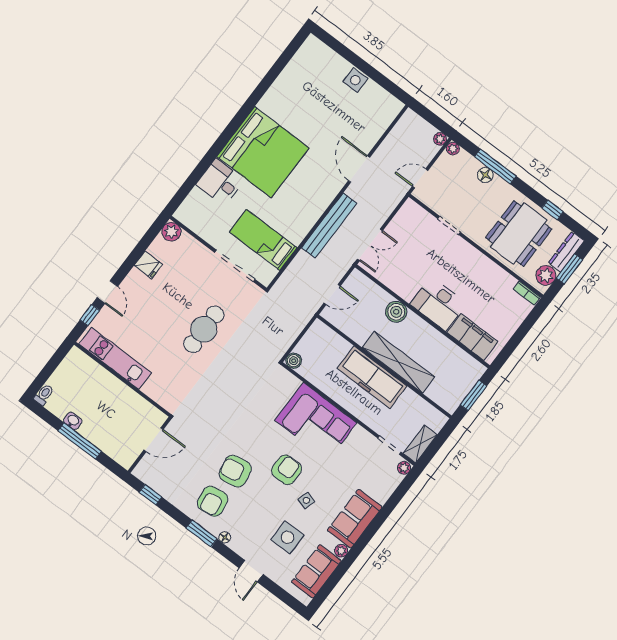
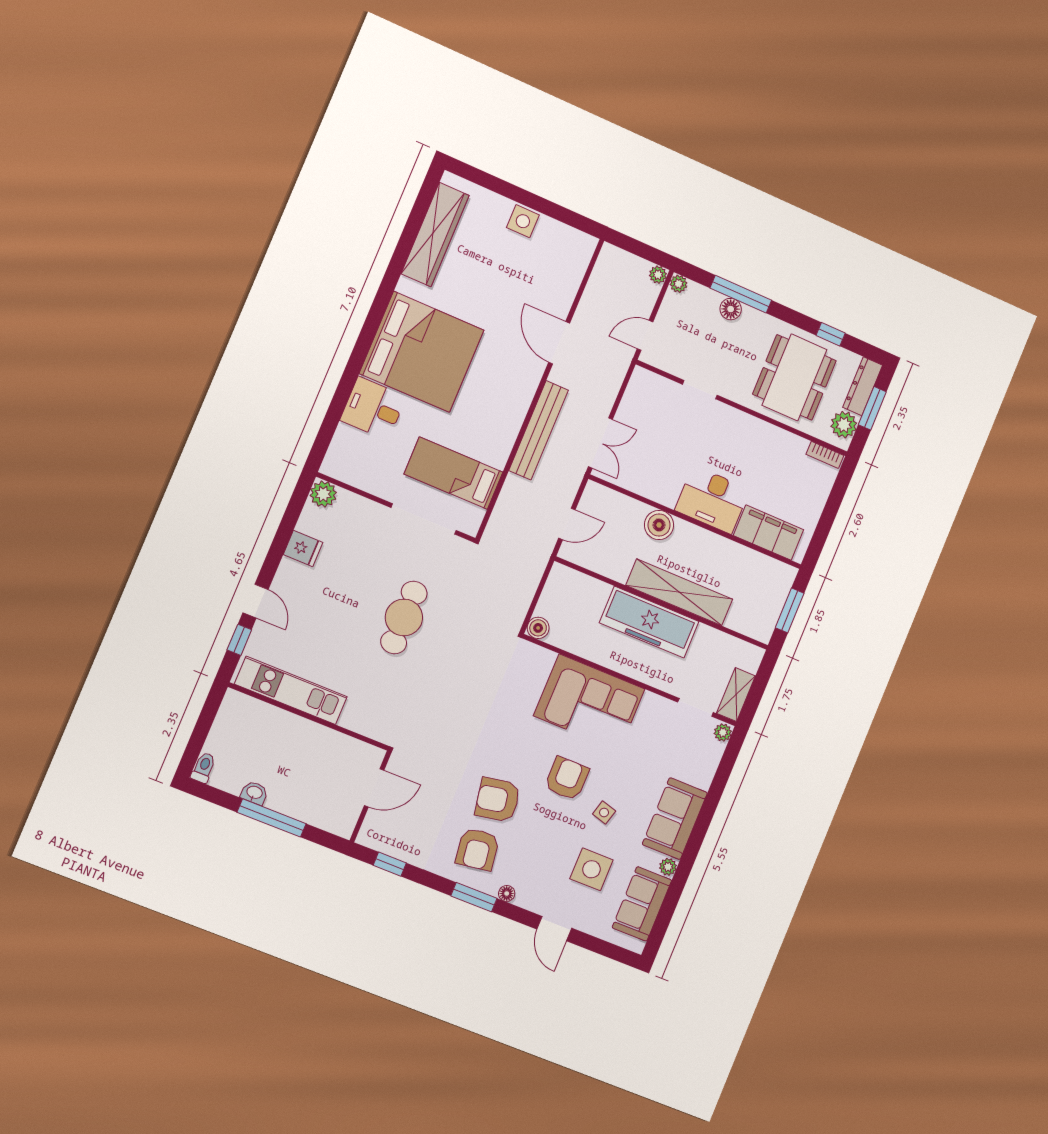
wardrobe: (293, 75) -> (435, 235), added

